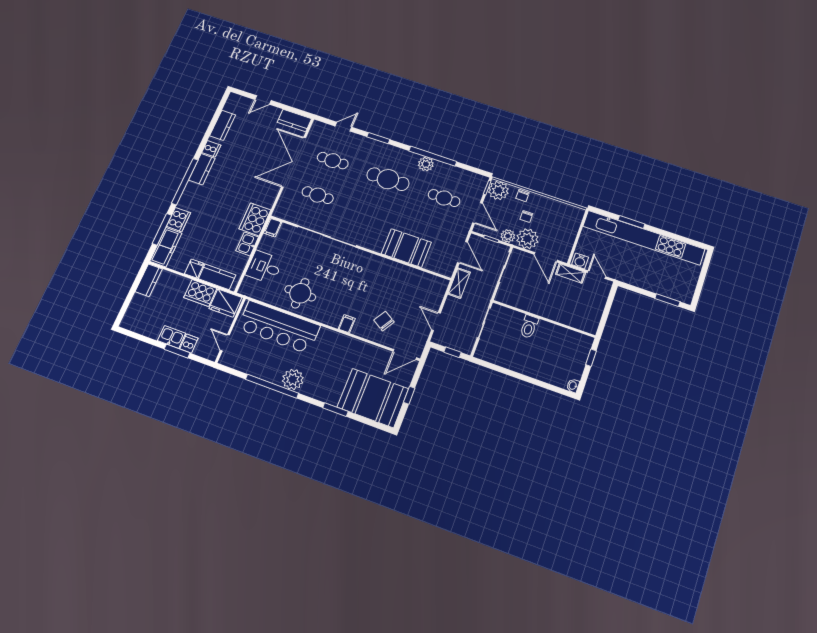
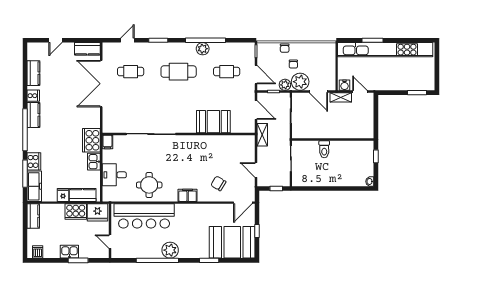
plant: (498, 190) -> (265, 51), removed
cafe table: (318, 195) -> (131, 104), removed
filing cabinet: (347, 324) -> (188, 195), width x2.00
dishwasher: (189, 344) -> (38, 252), moved

